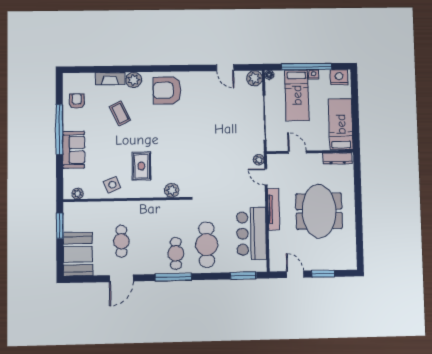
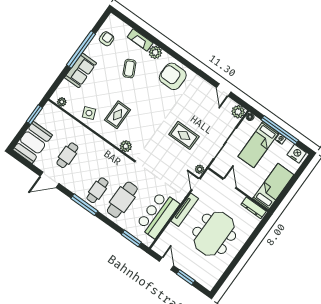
rug: (220, 139) -> (184, 135), added

